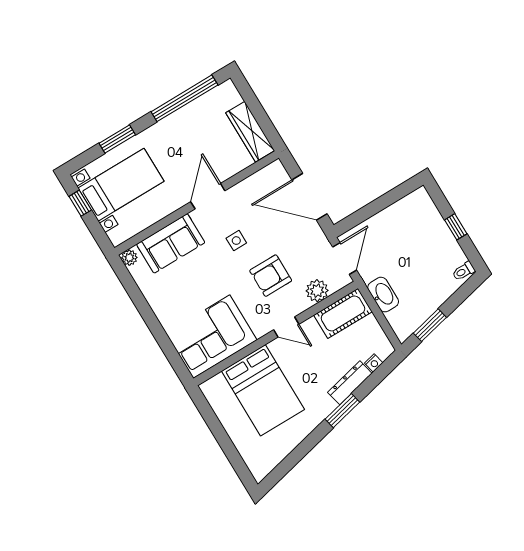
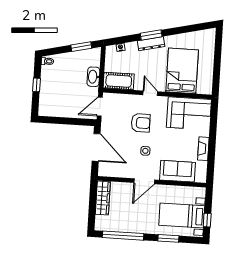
plant: (129, 258) -> (202, 178), removed
plant: (317, 291) -> (124, 100), removed
fireplace: (156, 301) -> (203, 149), added
dresser: (350, 383) -> (151, 44), moved

